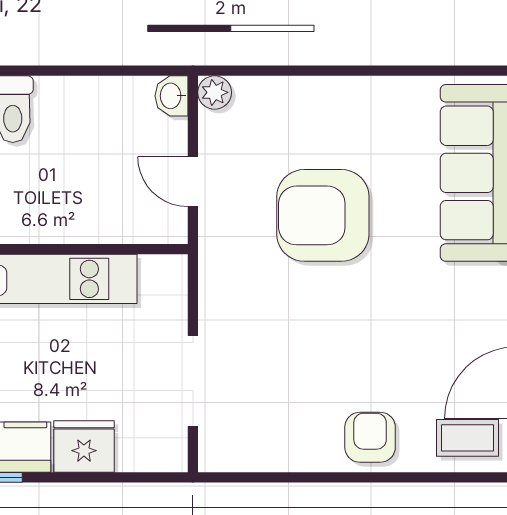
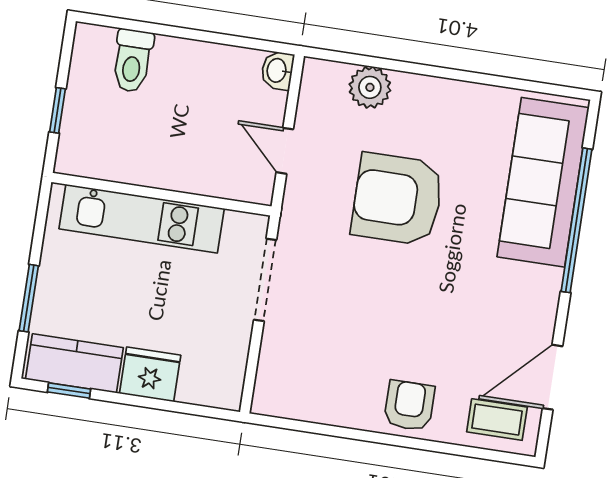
plant: (215, 92) -> (370, 87), moved, width x1.38, depth x1.38
doorway: (193, 381) -> (265, 280), moved

